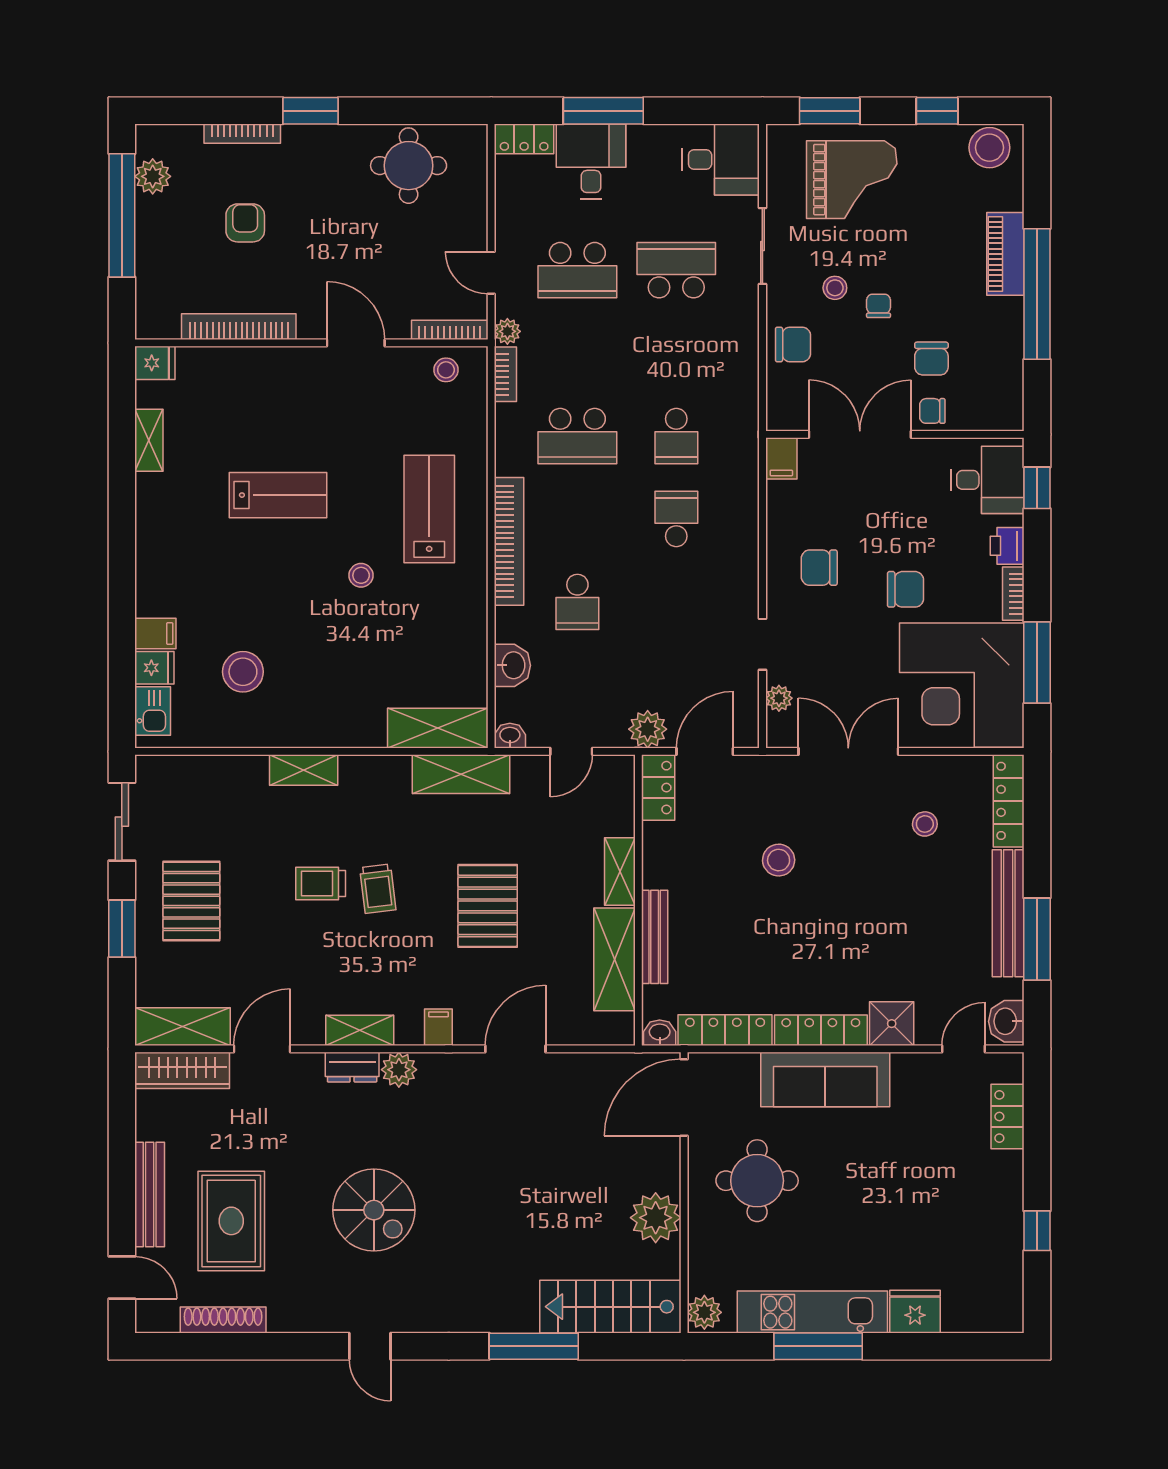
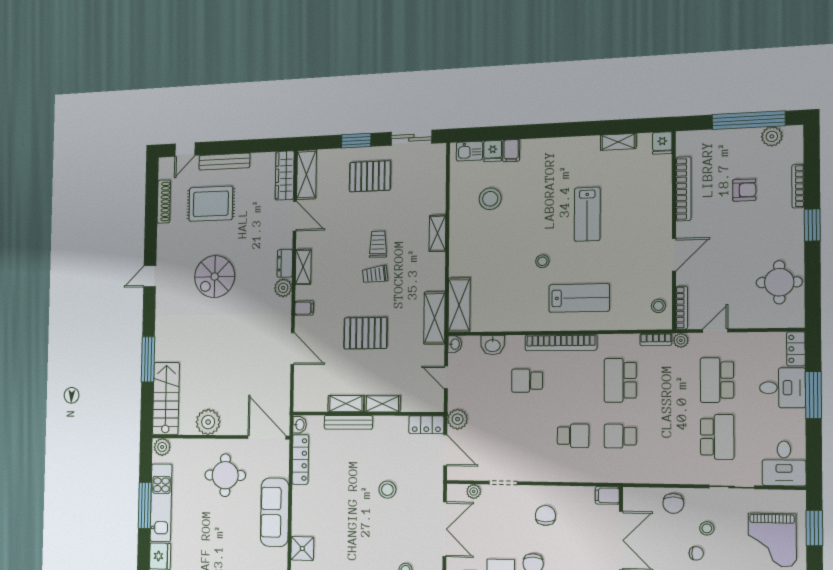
shelving: (614, 959) -> (346, 404), width x0.67, depth x0.75
locker: (821, 1030) -> (299, 510), removed

